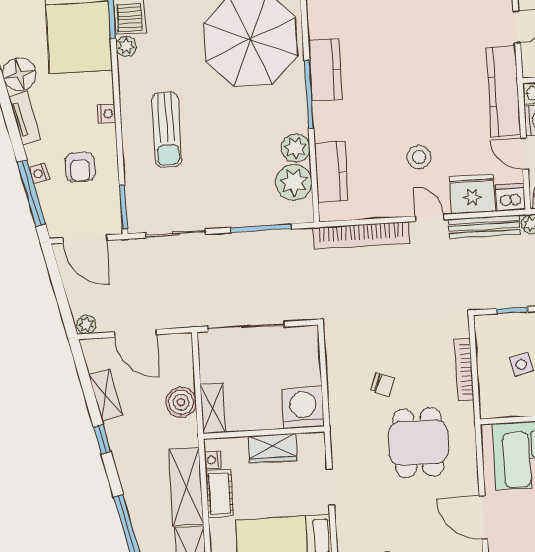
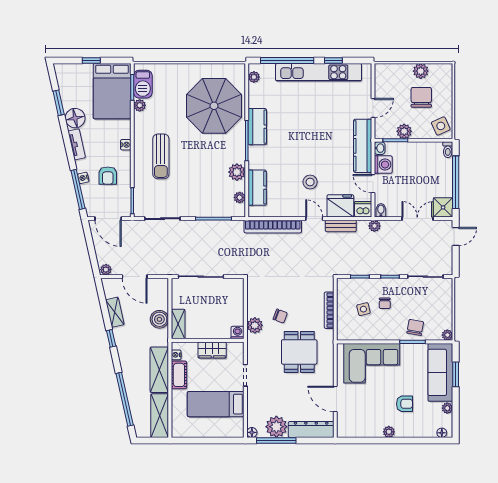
plant: (294, 182) -> (240, 197), width x0.53, depth x0.53
bench: (484, 227) -> (341, 226), width x0.73
plant: (341, 403) -> (255, 325), added
washing machine: (303, 408) -> (238, 333), width x0.53, depth x0.53

